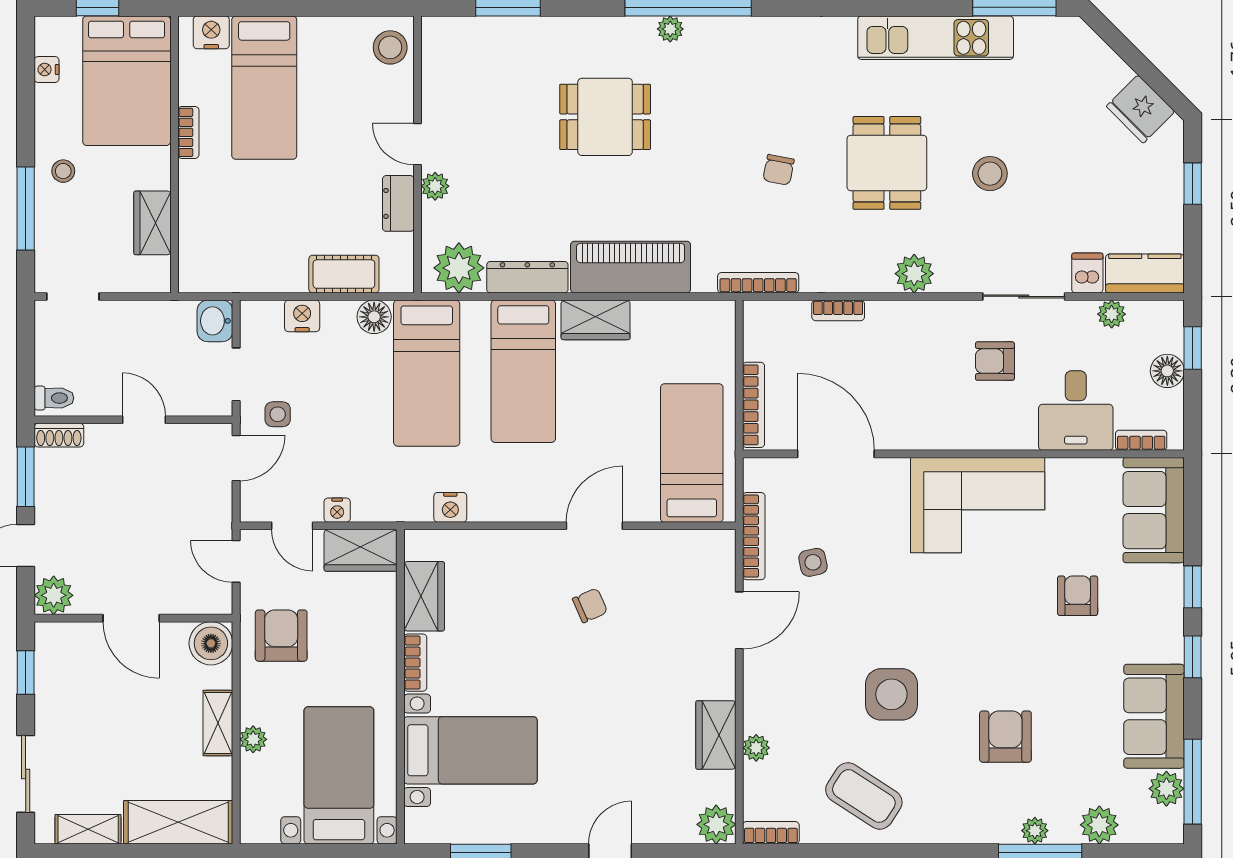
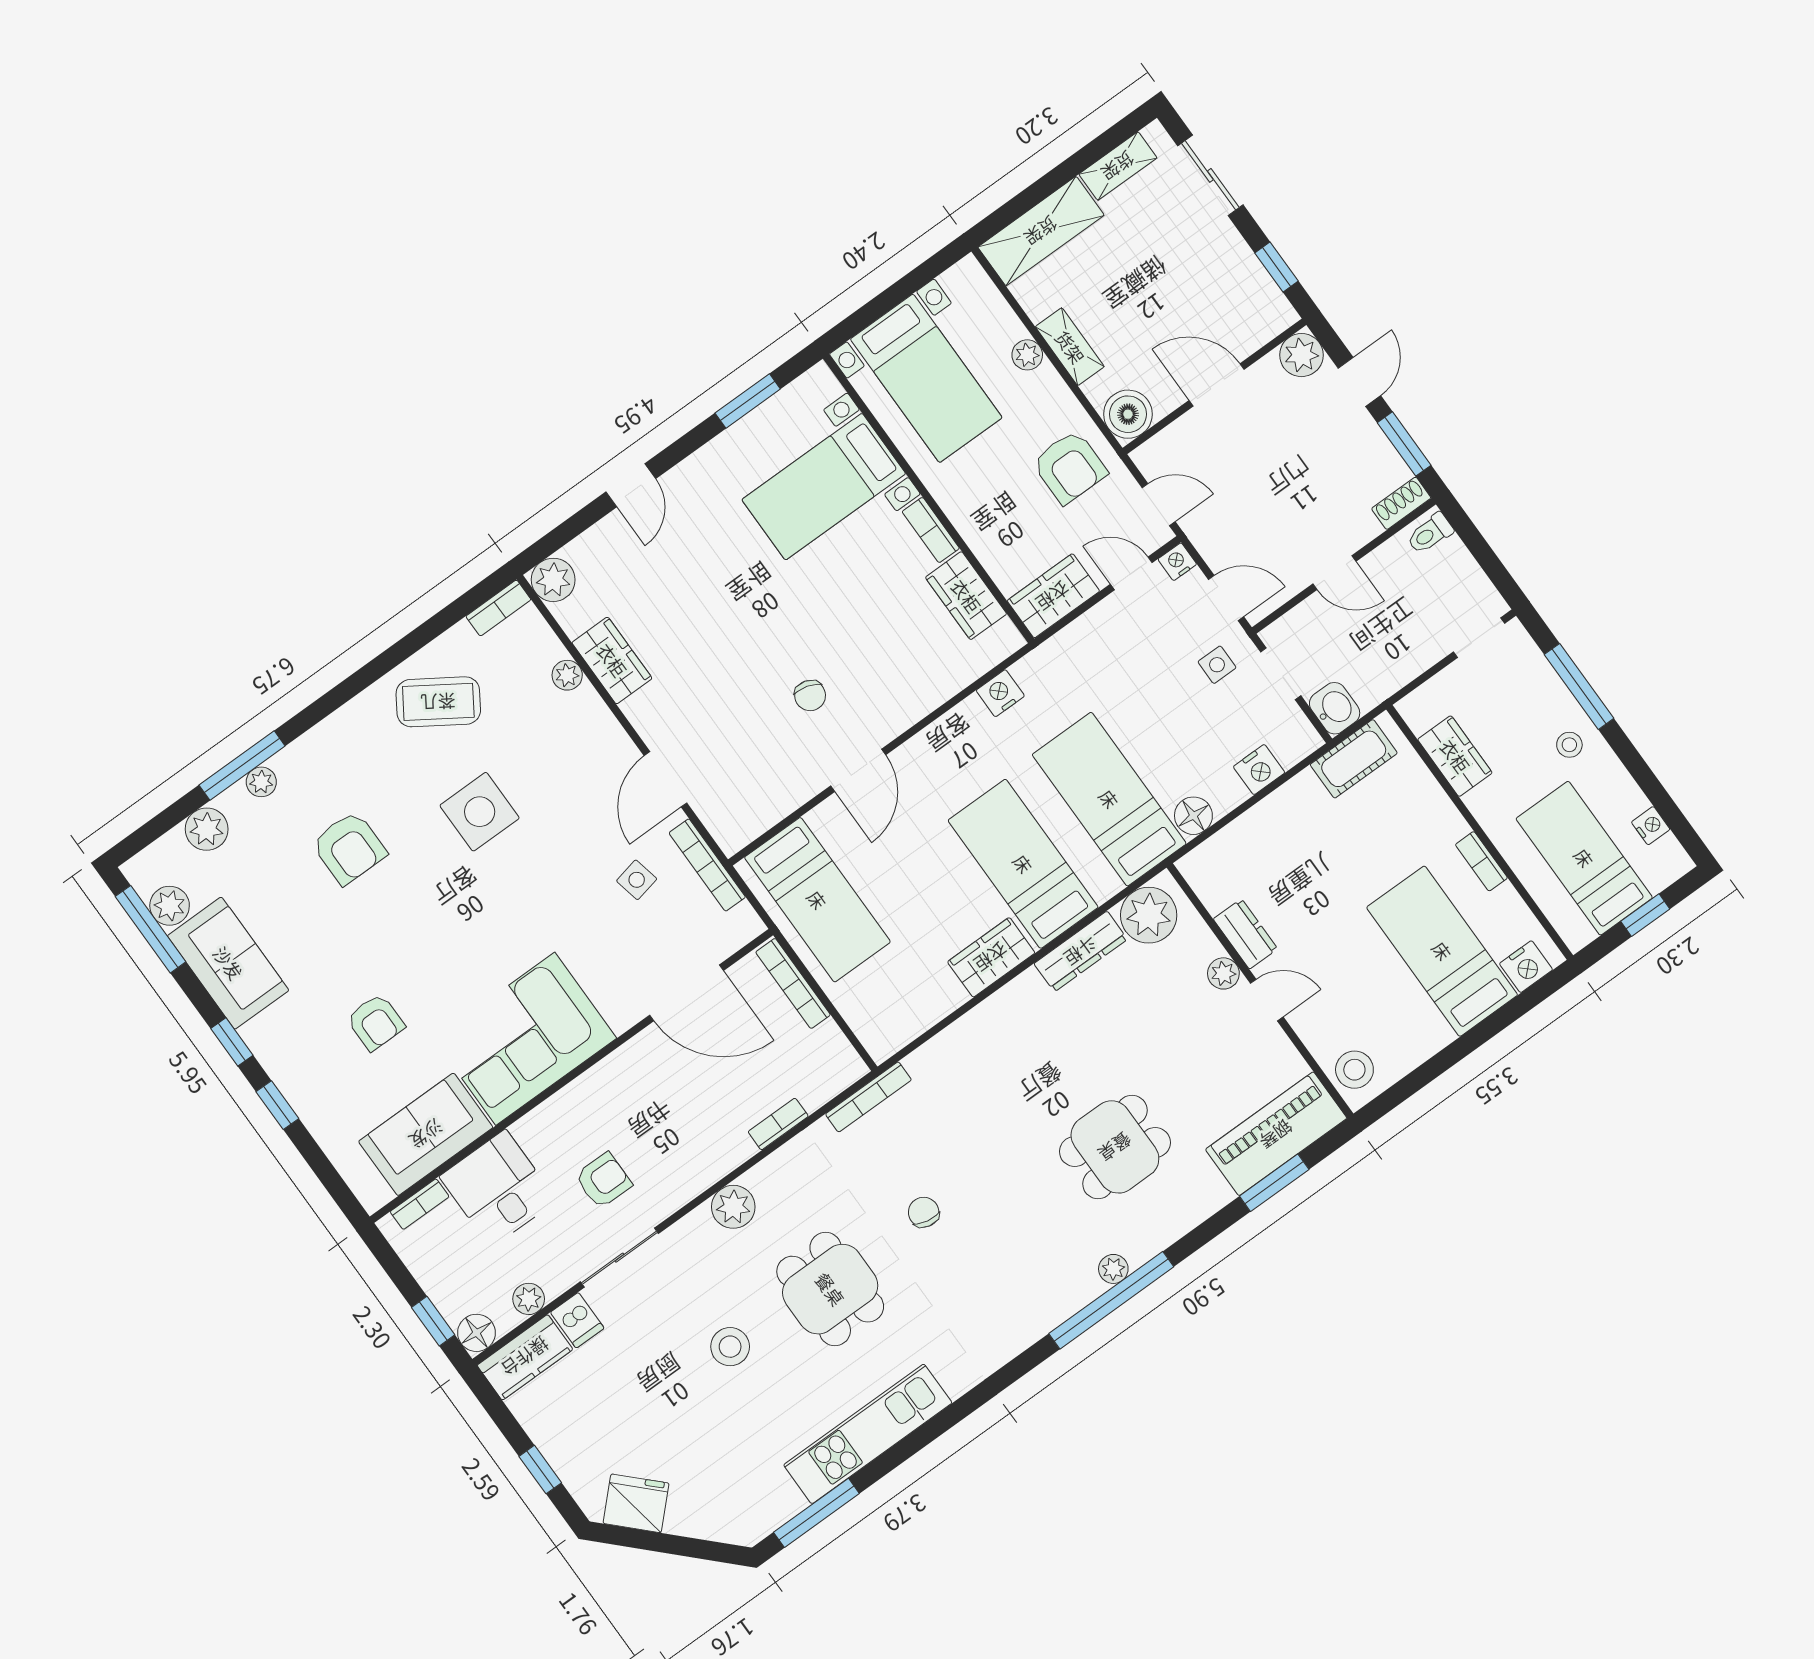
bed: (127, 81) -> (1584, 858), width x0.67
piano: (631, 267) -> (1276, 1134), moved, turned 180
cot: (344, 274) -> (1354, 759), moved
floor lamp: (1167, 371) -> (476, 1333), moved
door: (236, 458) -> (1226, 598), swing flipped
nightstand: (337, 510) -> (1177, 562), moved
sofa: (1154, 510) -> (426, 1134), moved, turned -90
chair: (590, 605) -> (810, 696), turned -50

